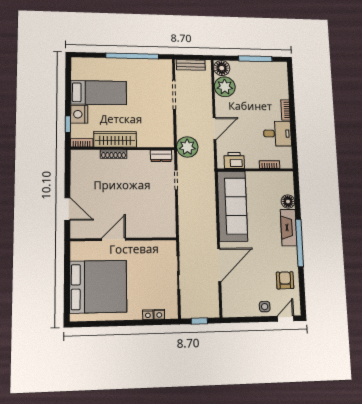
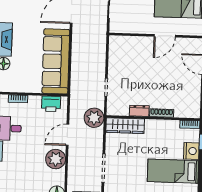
plant: (225, 87) -> (56, 159), moved
wardrobe: (115, 139) -> (125, 126), moved
dresser: (161, 156) -> (139, 111), moved

